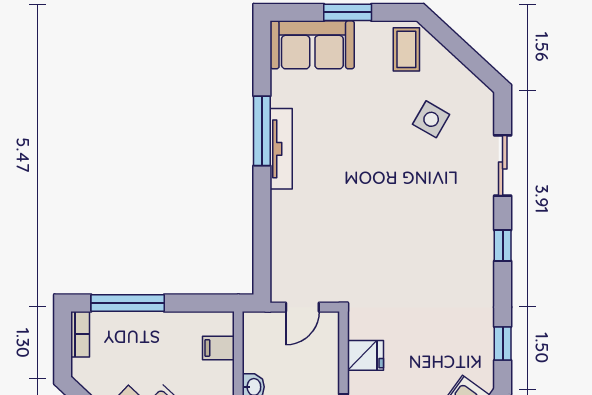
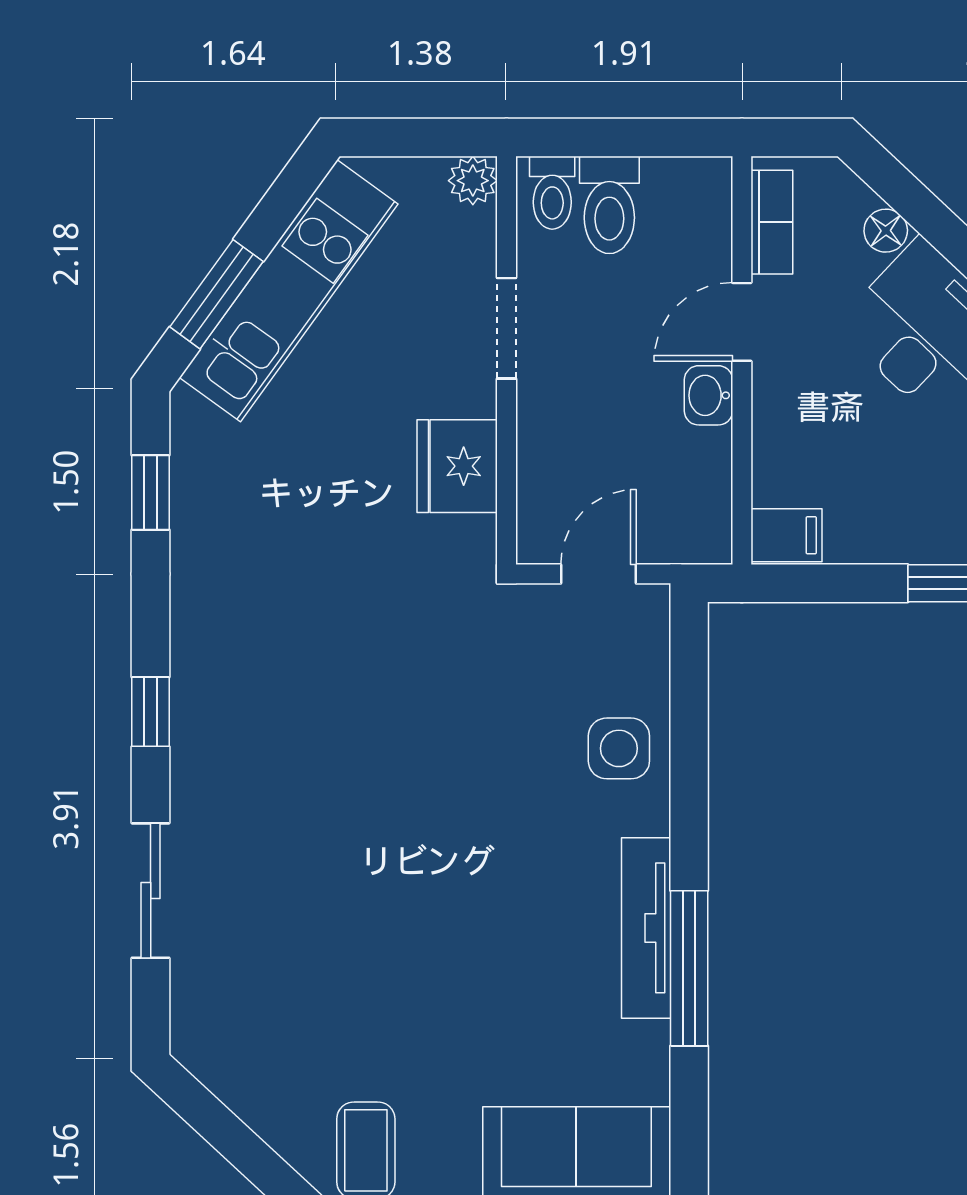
side table: (431, 119) -> (619, 748), moved, turned -30
filing cabinet: (218, 348) -> (786, 535), moved
fridge: (366, 355) -> (457, 466), width x1.38

